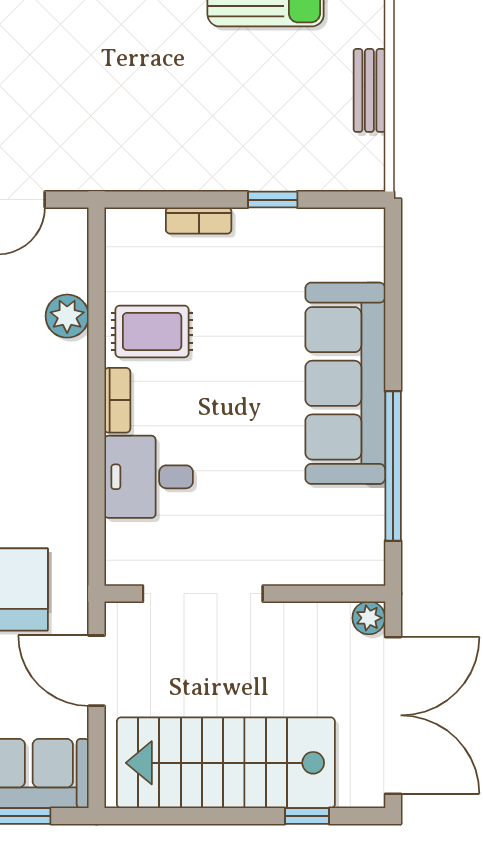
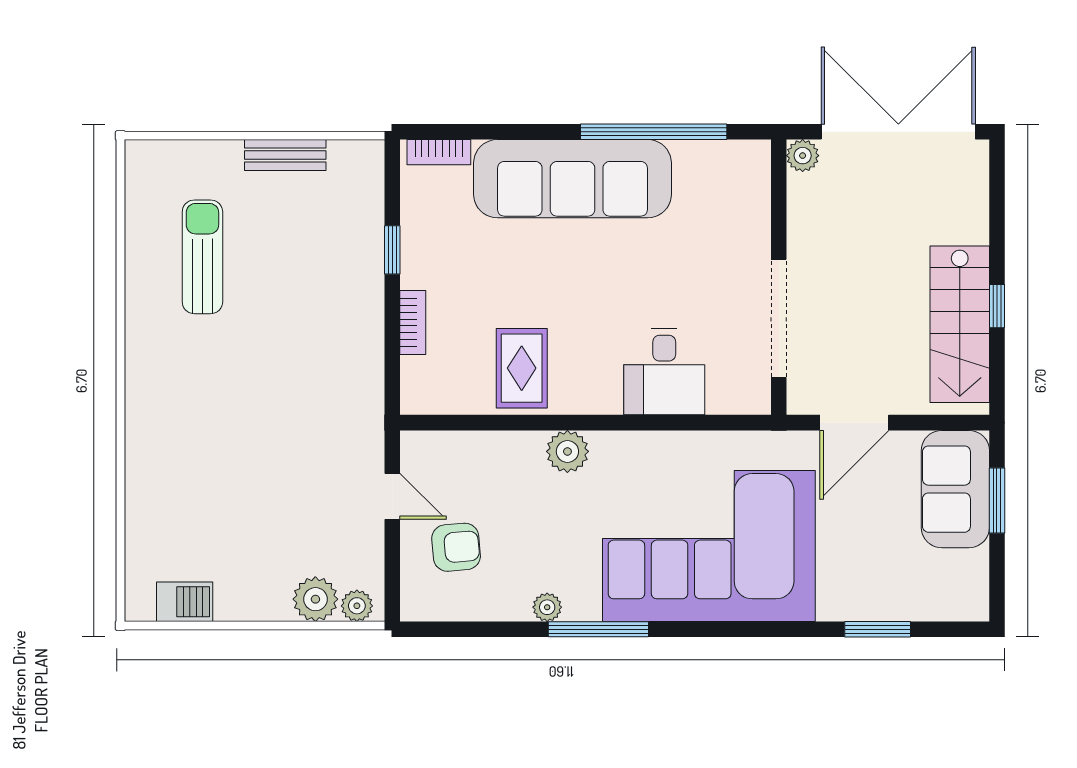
plant: (67, 316) -> (567, 451), moved
bookcase: (117, 400) -> (439, 152), moved, turned 180
stairs: (226, 763) -> (960, 324), width x0.73, depth x0.66
window: (307, 816) -> (997, 306), moved

